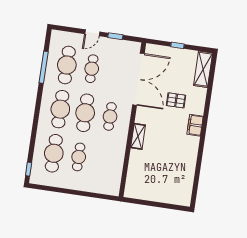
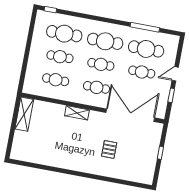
door: (92, 33) -> (175, 74), hinge flipped
shelving: (203, 69) -> (24, 114), moved, turned 90
double door: (138, 79) -> (130, 115), swing flipped
cafe table: (85, 113) -> (101, 64), width x0.73, depth x0.74
filing cabinet: (195, 125) -> (85, 166), removed
cafe table: (104, 161) -> (56, 80), added

